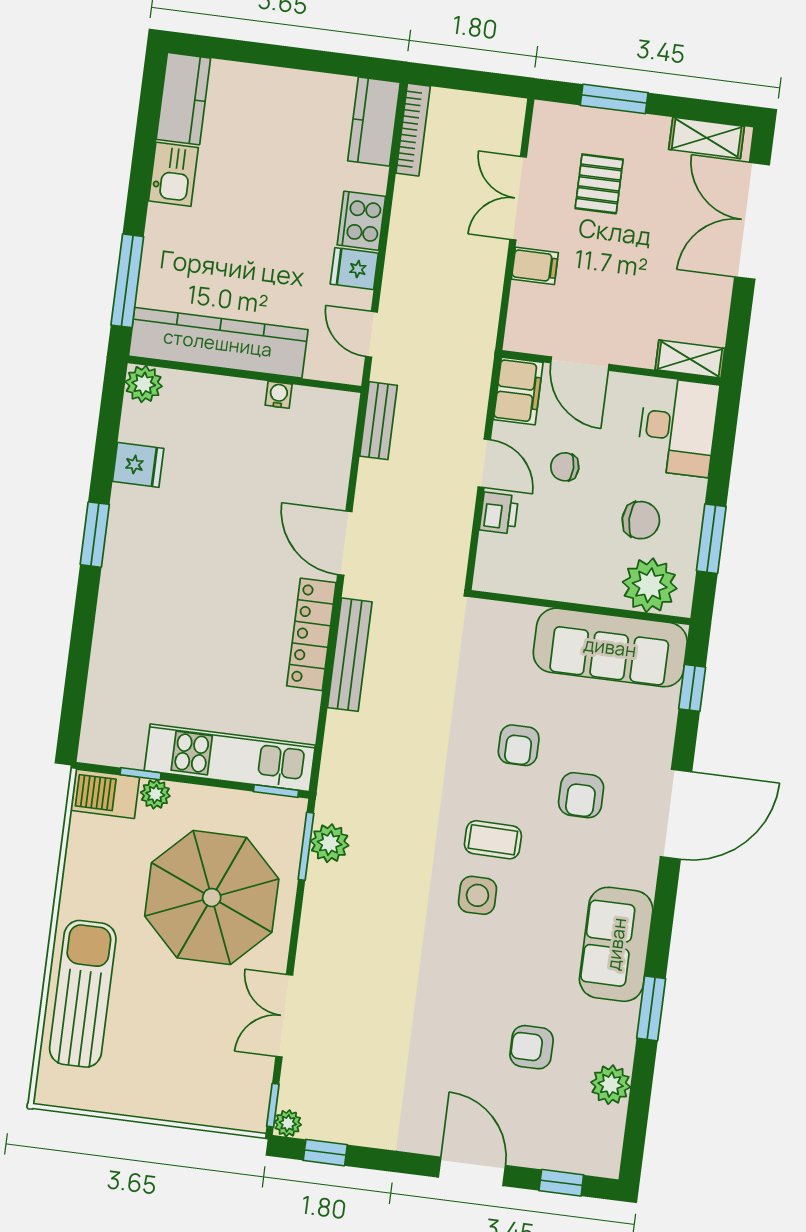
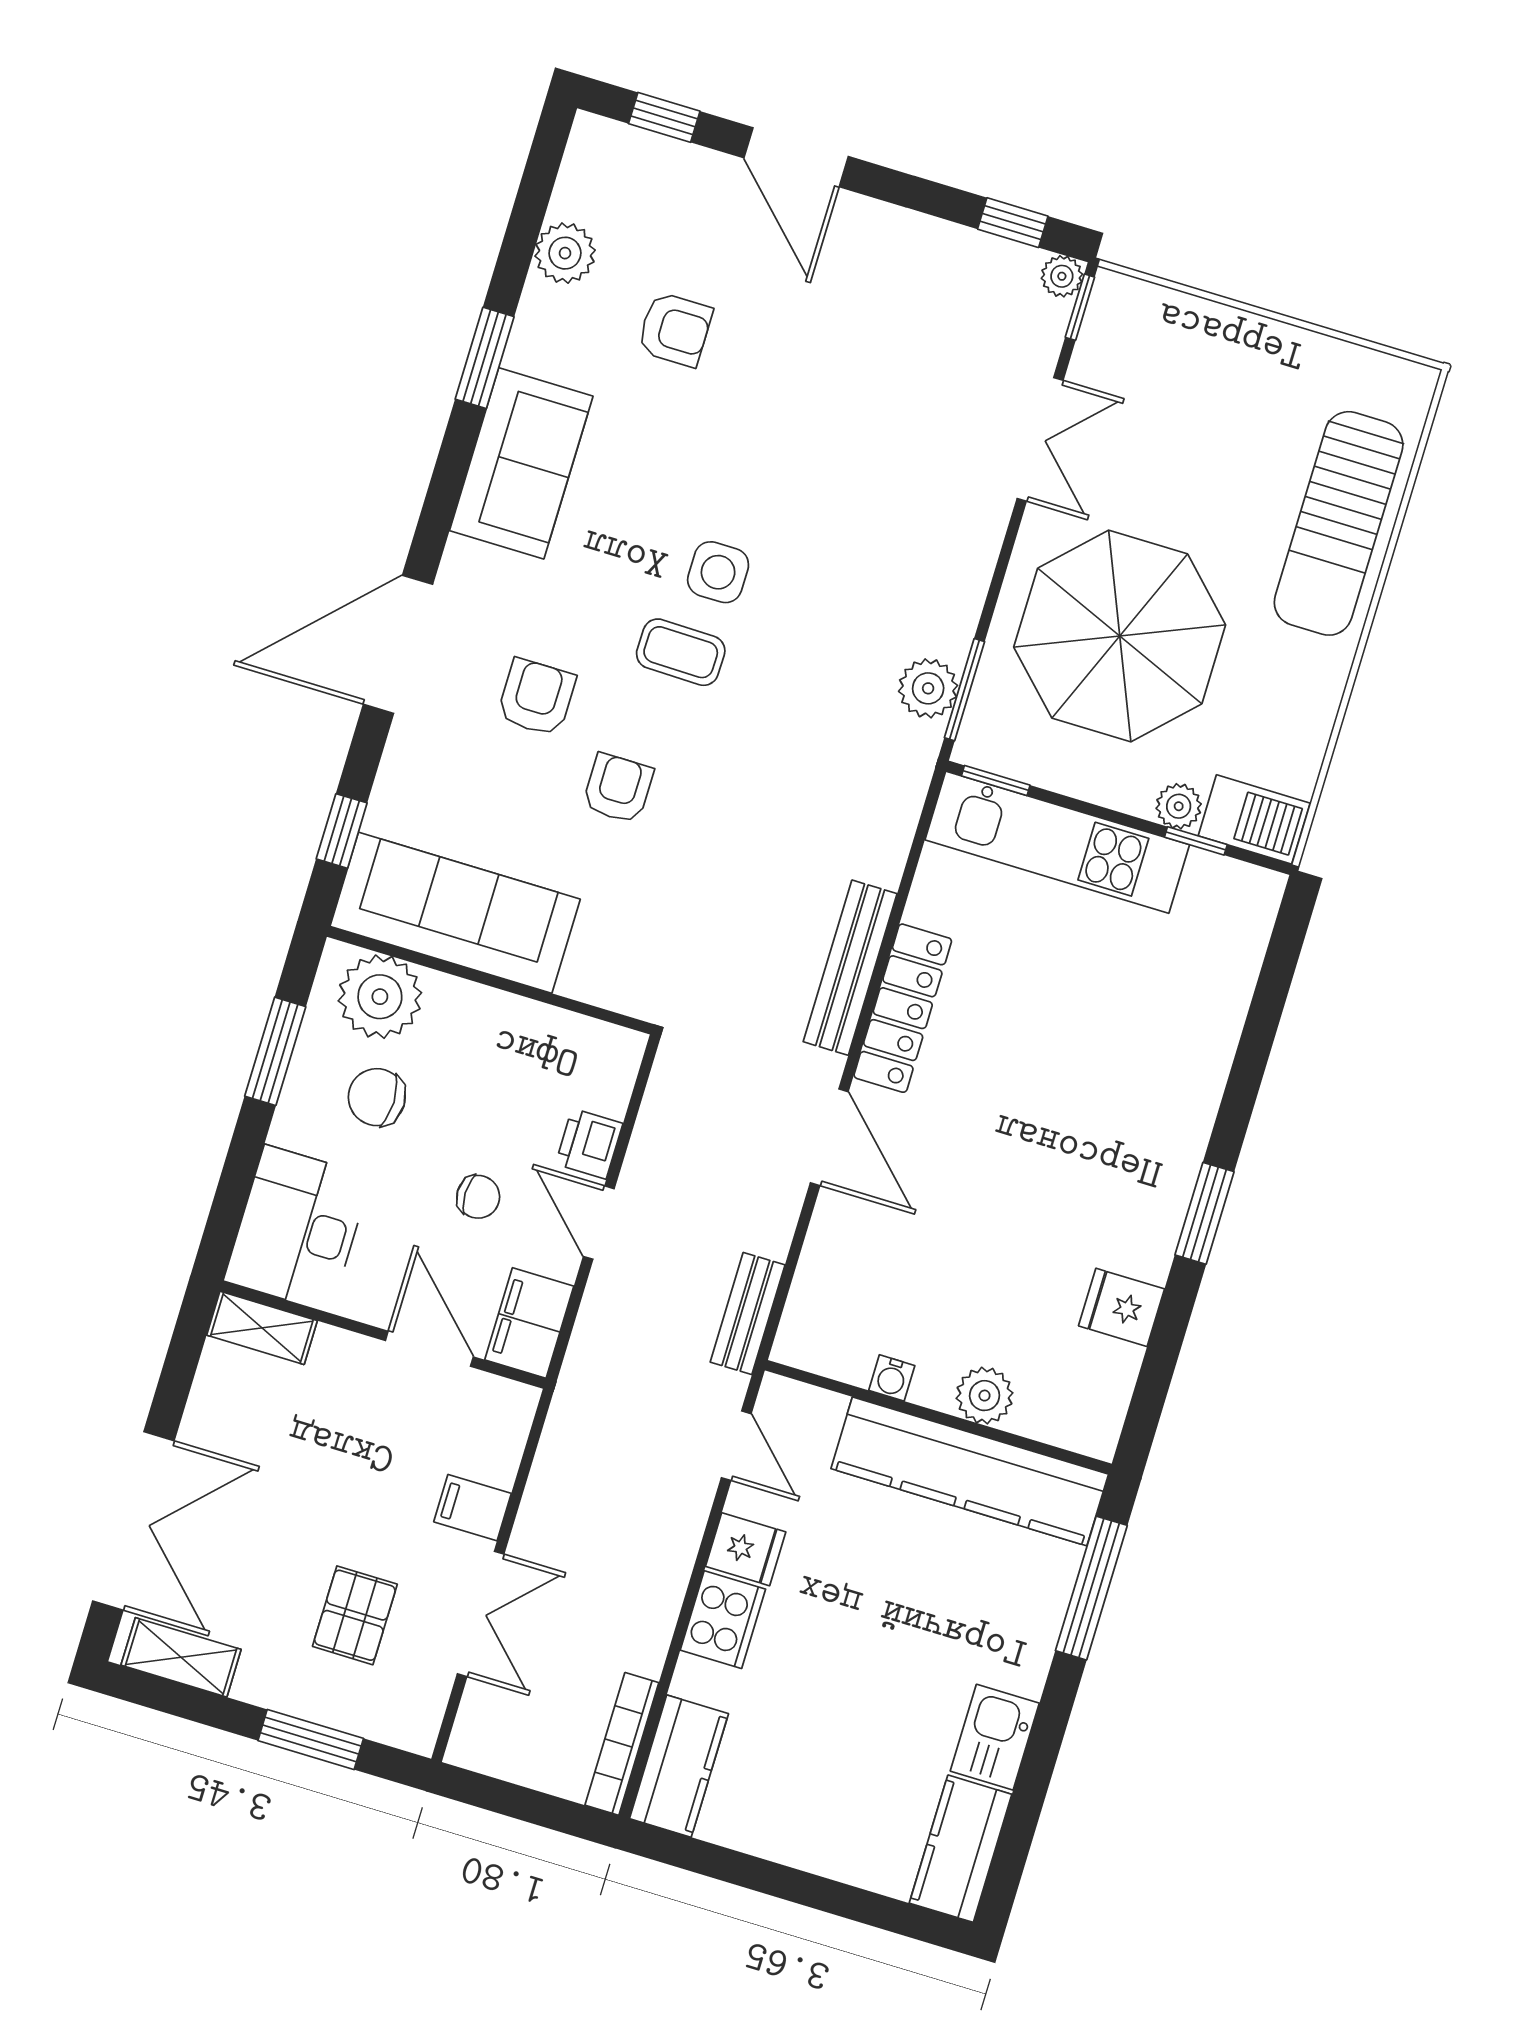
plant: (144, 384) -> (985, 1396), moved

